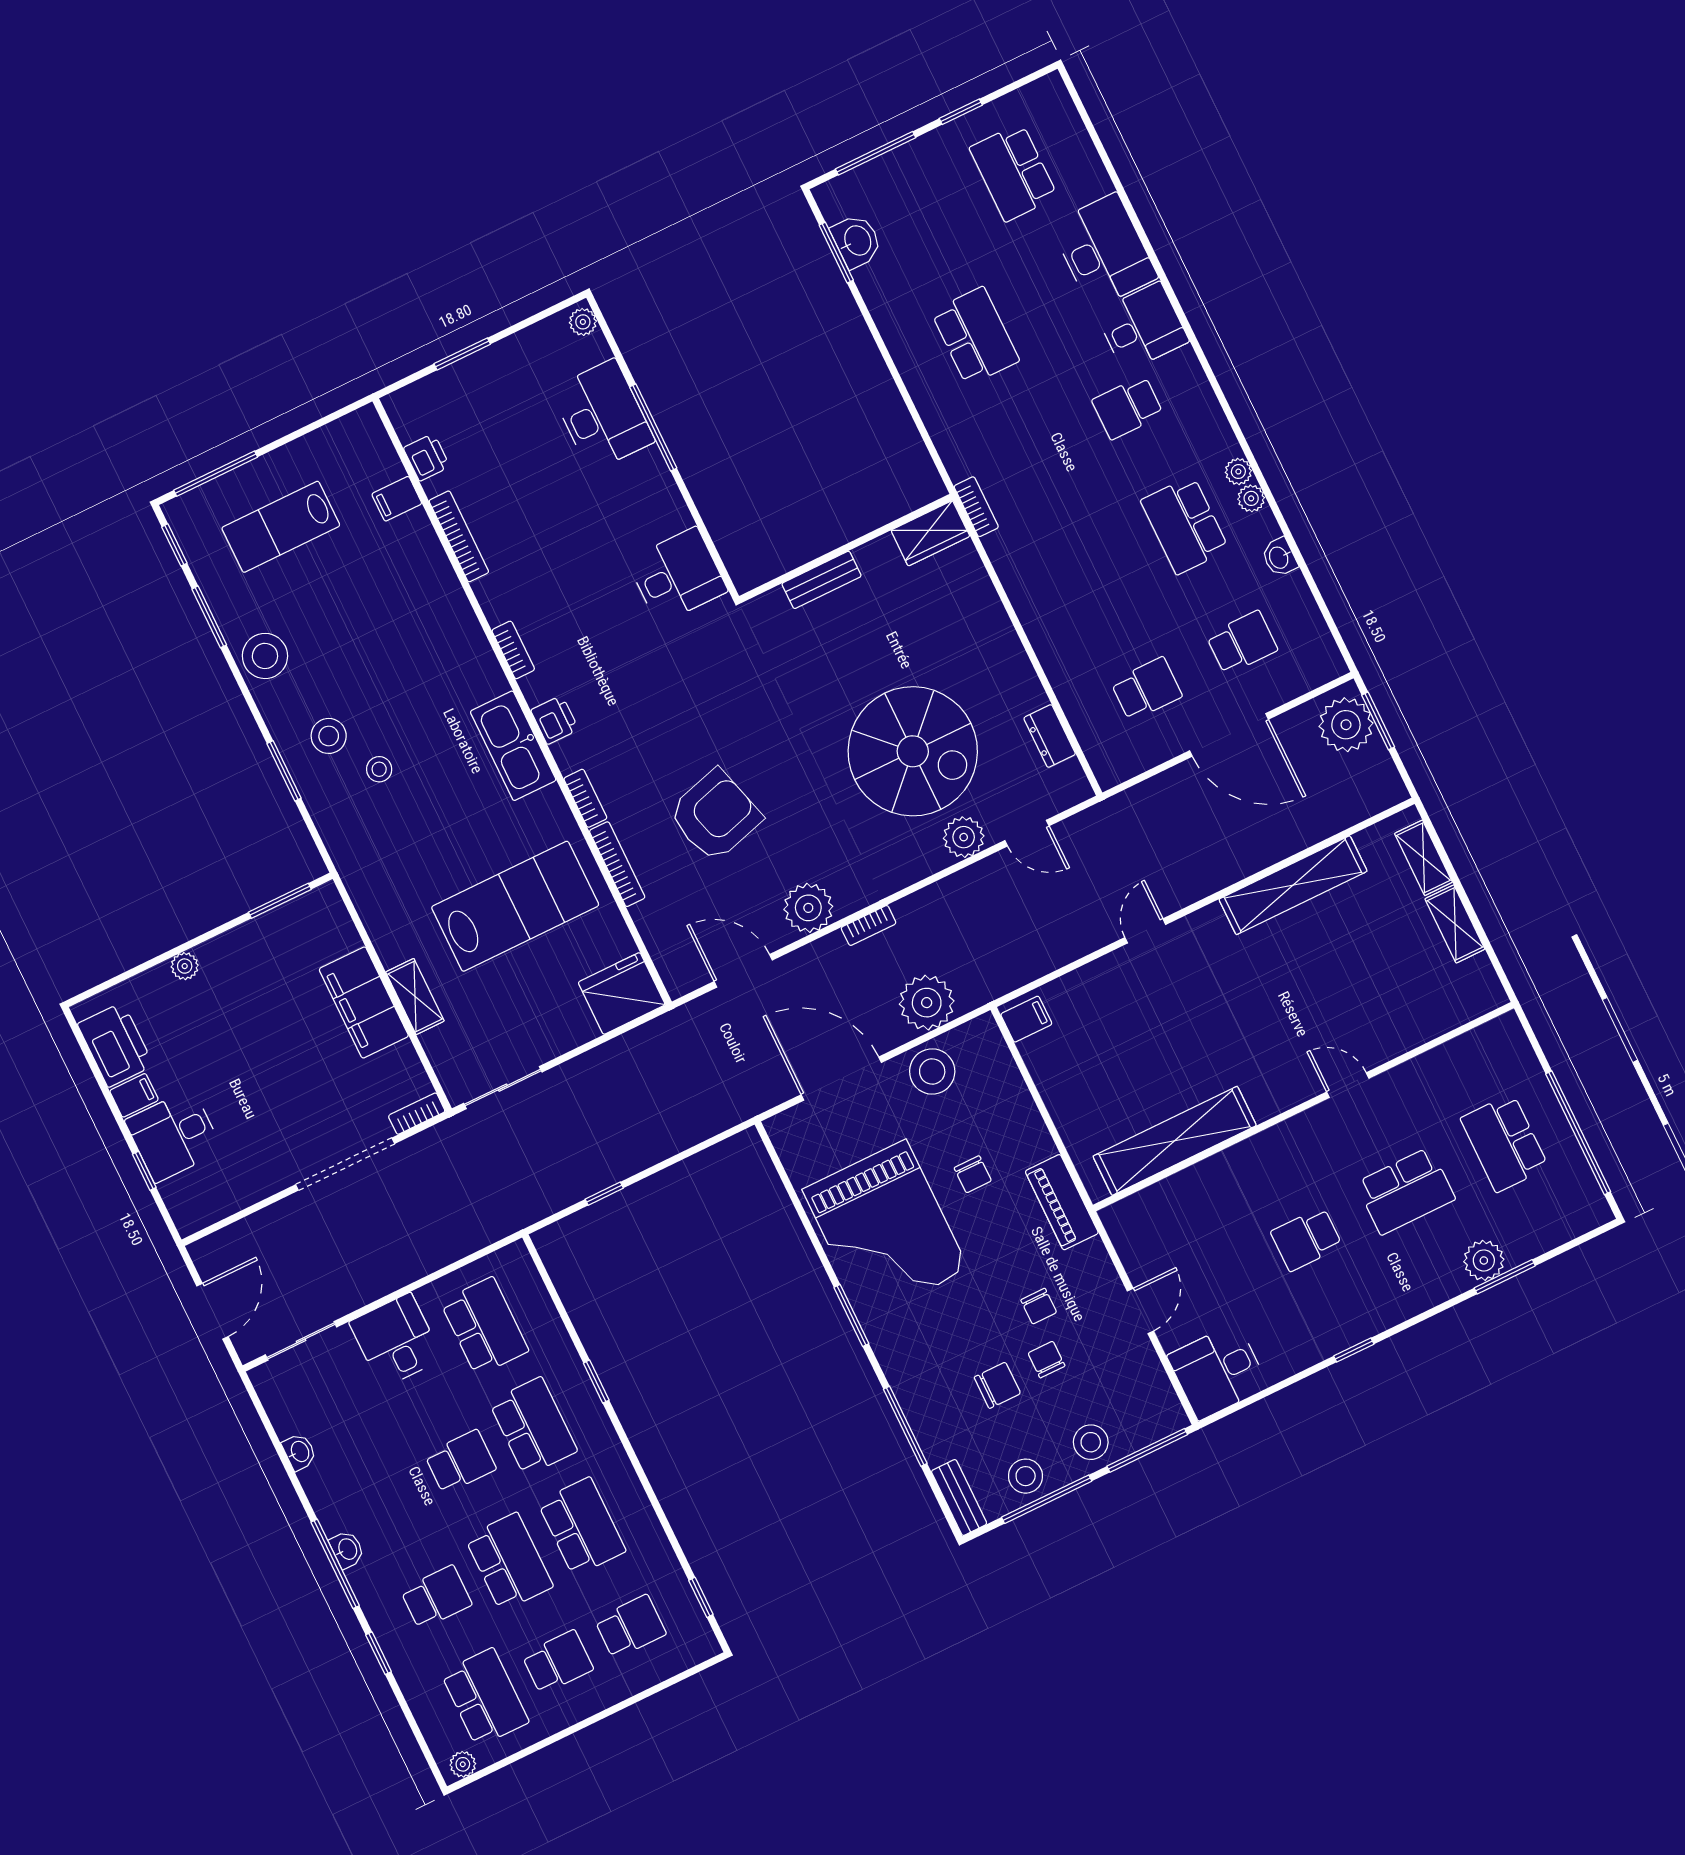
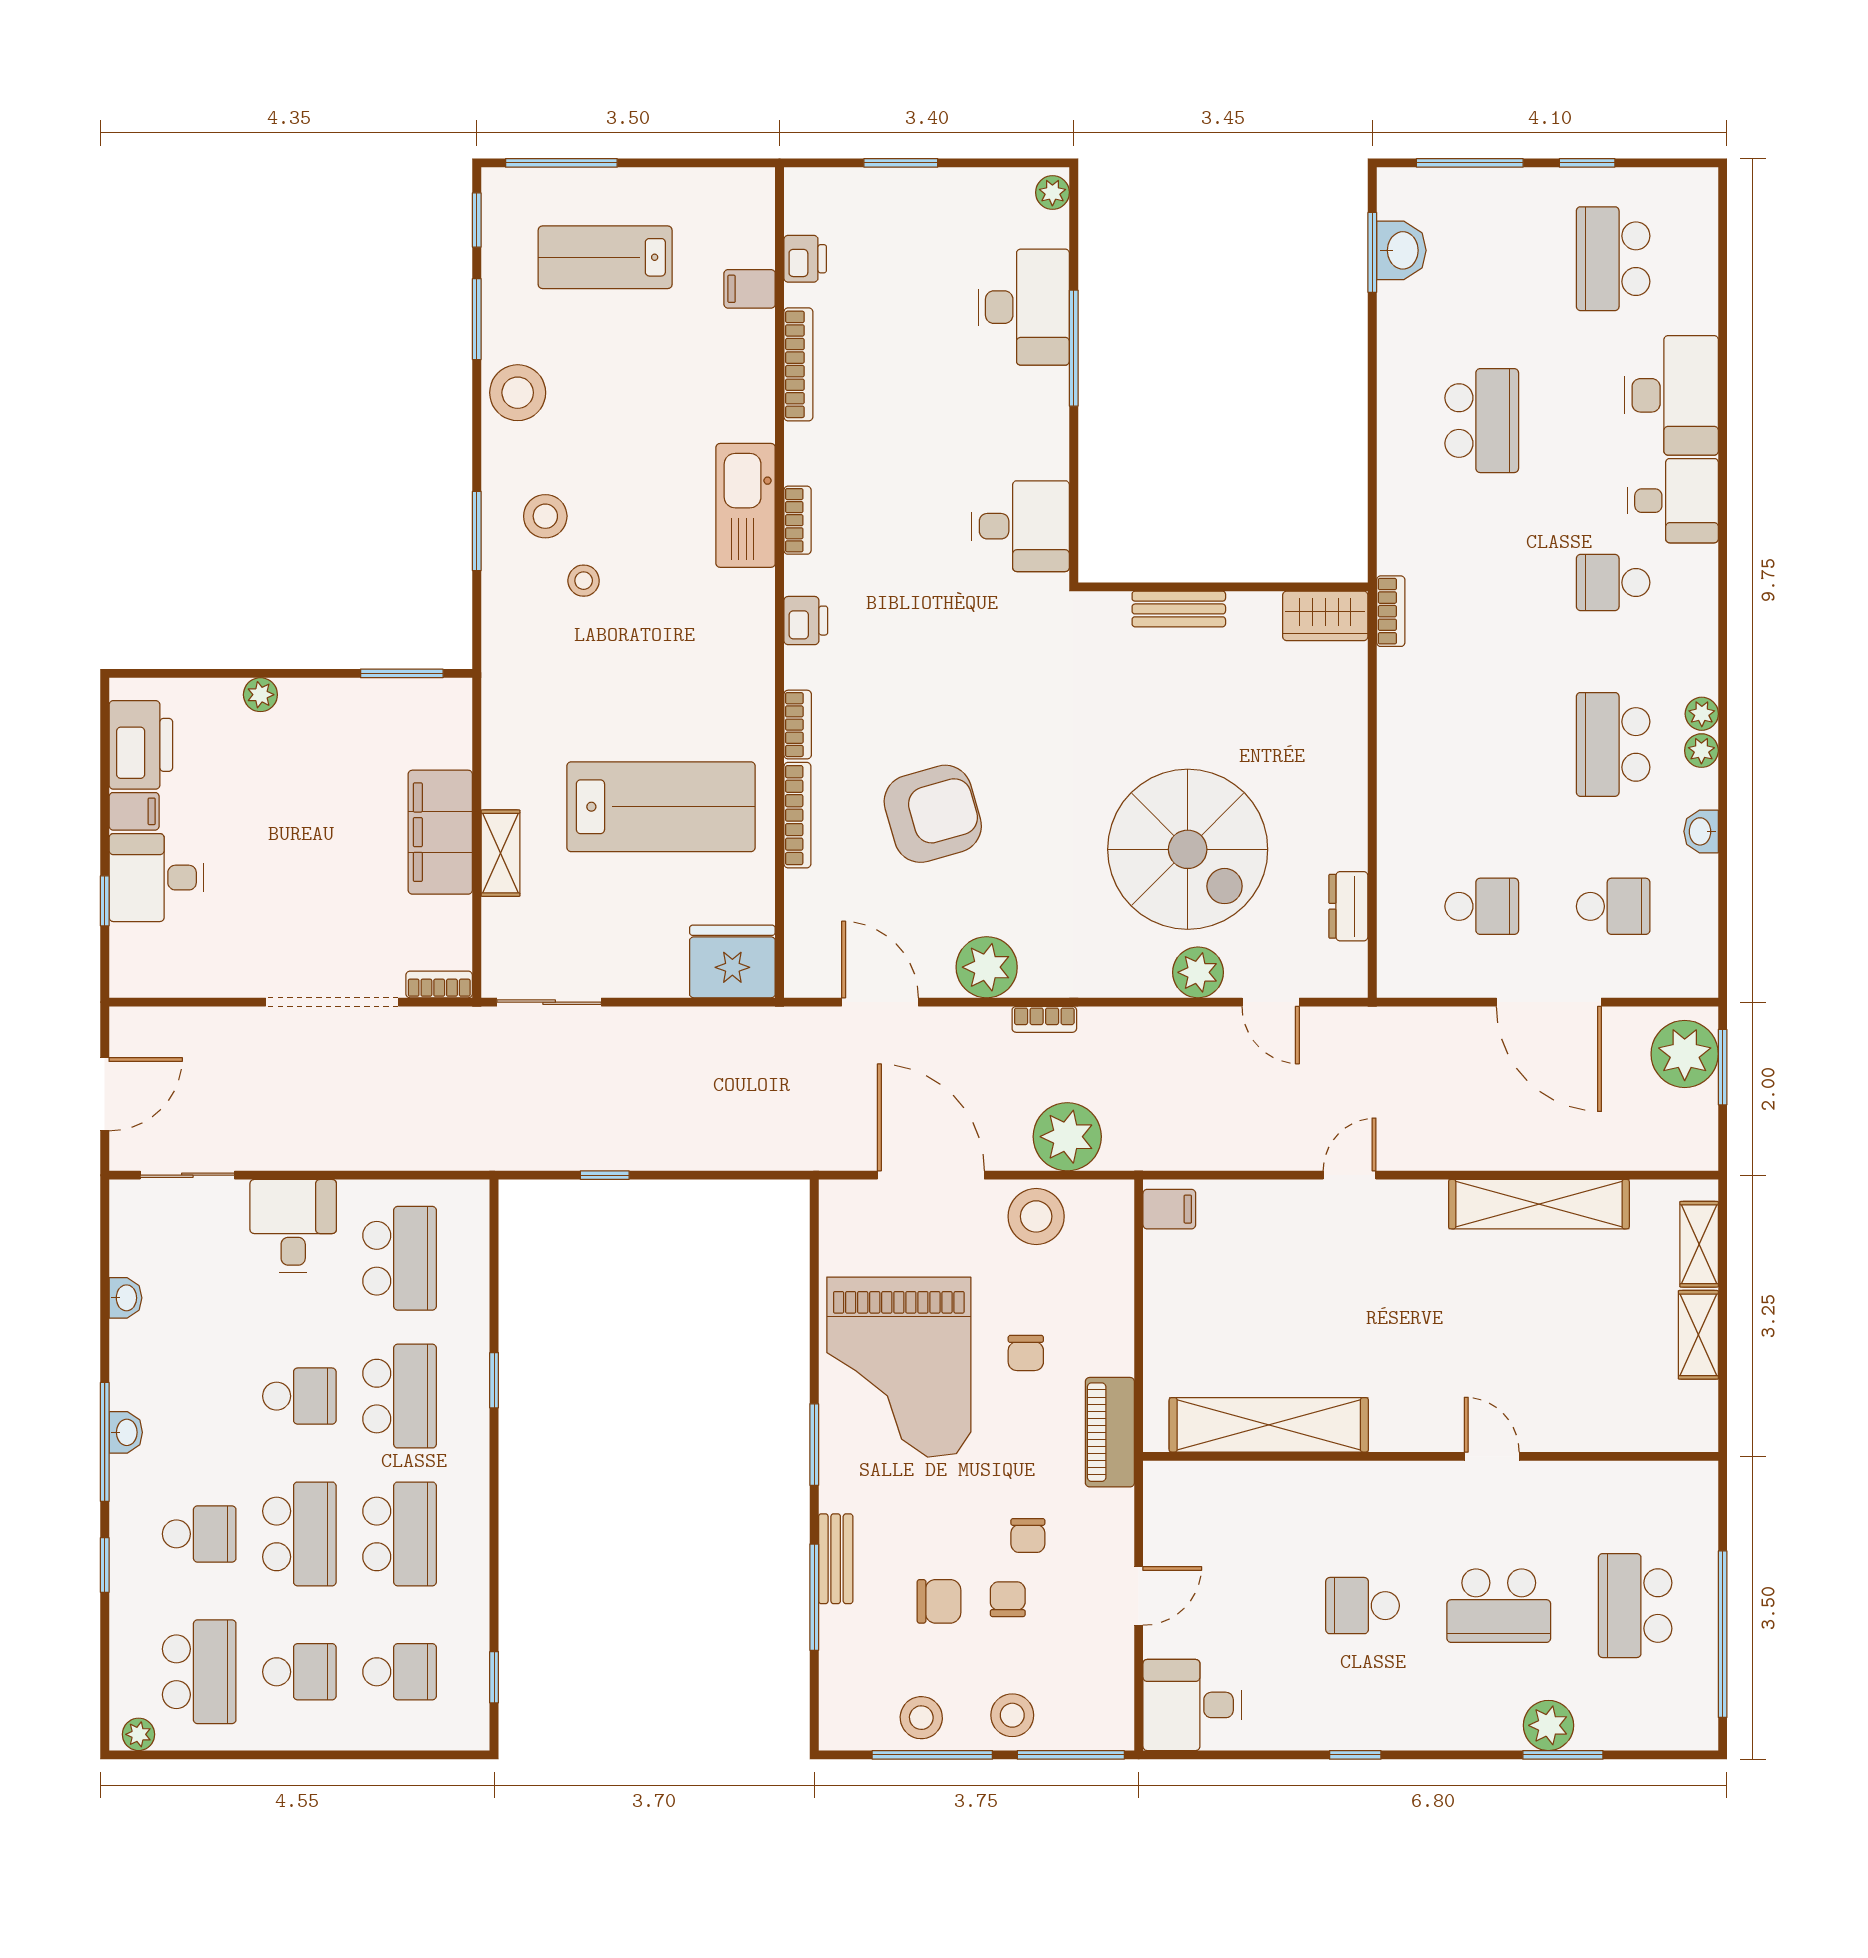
kitchen sink: (513, 746) -> (746, 505), moved
bench: (959, 1498) -> (836, 1559), moved

